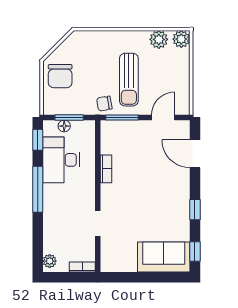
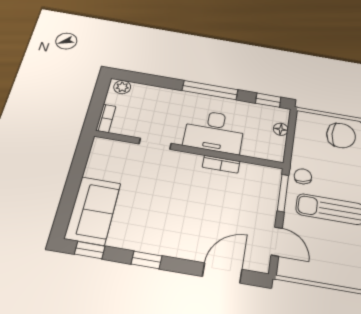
chair: (60, 76) -> (341, 135), turned 180
window: (69, 117) -> (290, 136), removed
desk: (61, 160) -> (214, 131), moved, turned 180

